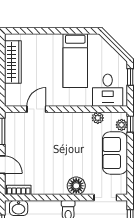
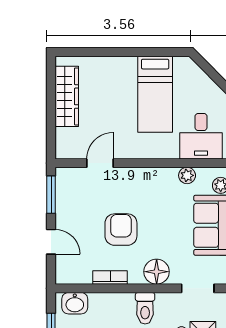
armchair: (51, 156) -> (121, 230), added
bookcase: (19, 190) -> (110, 277), moved

